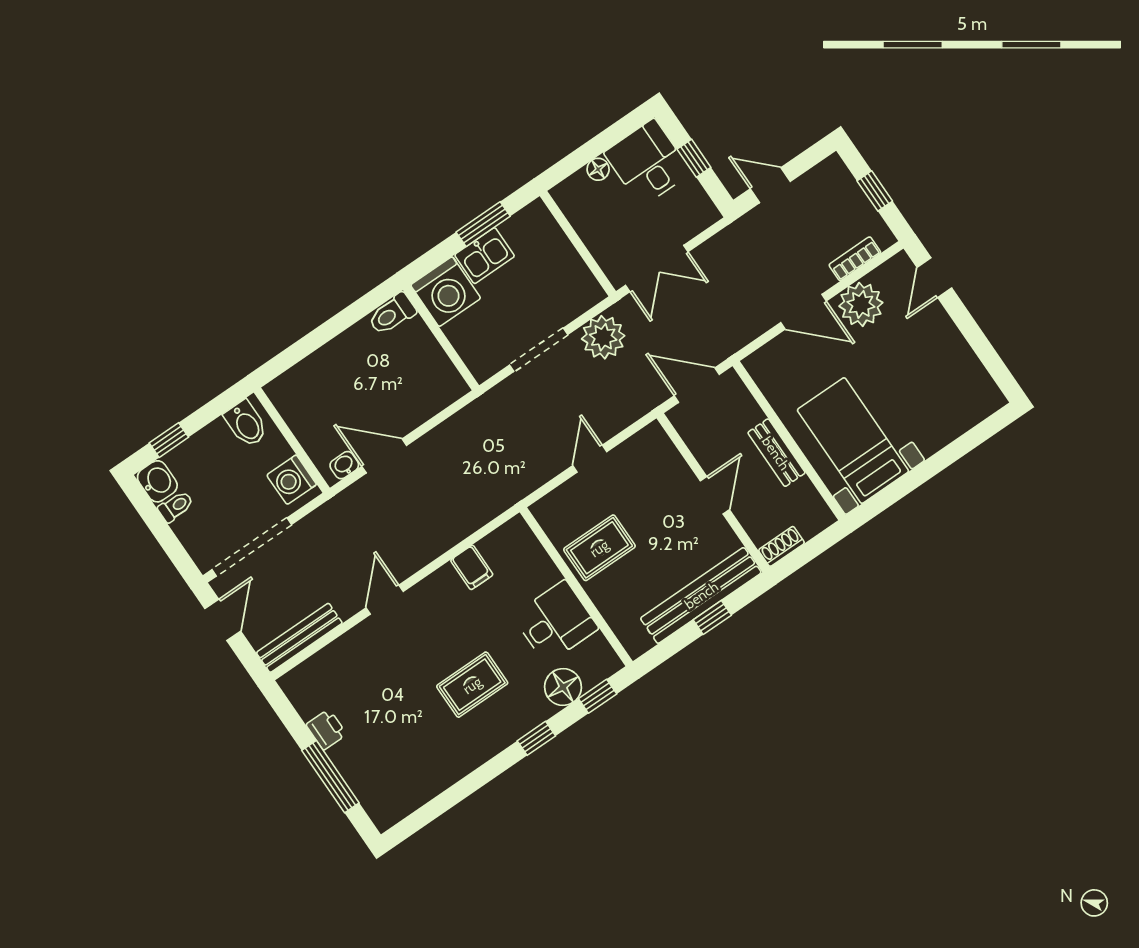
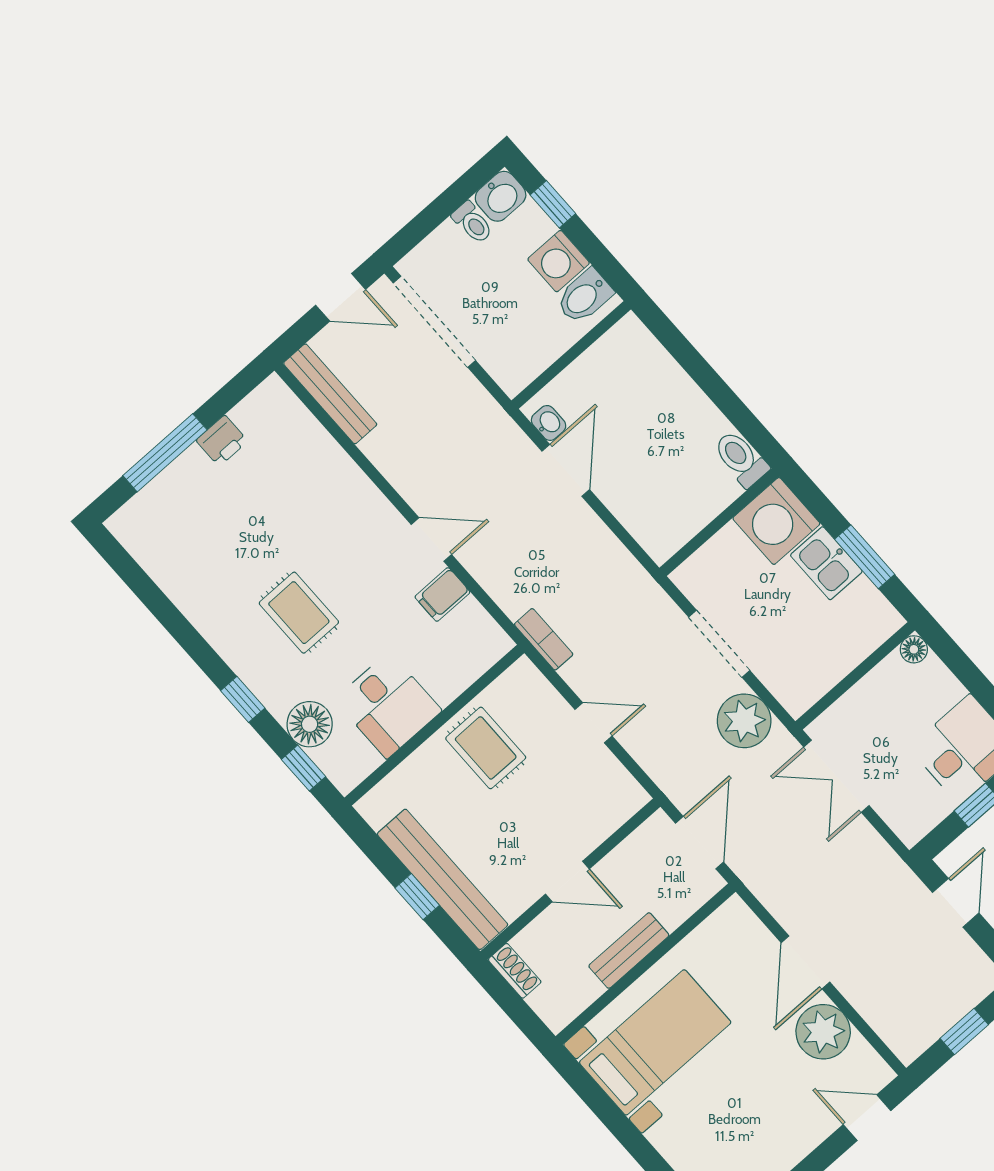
floor lamp: (598, 169) -> (914, 649), moved
bookcase: (855, 259) -> (544, 639), moved
washing machine: (292, 480) -> (559, 261), moved, turned -90
door: (385, 600) -> (431, 540), moved

